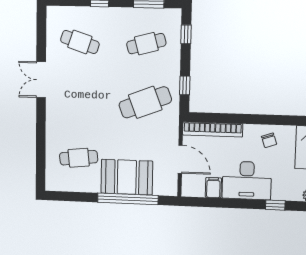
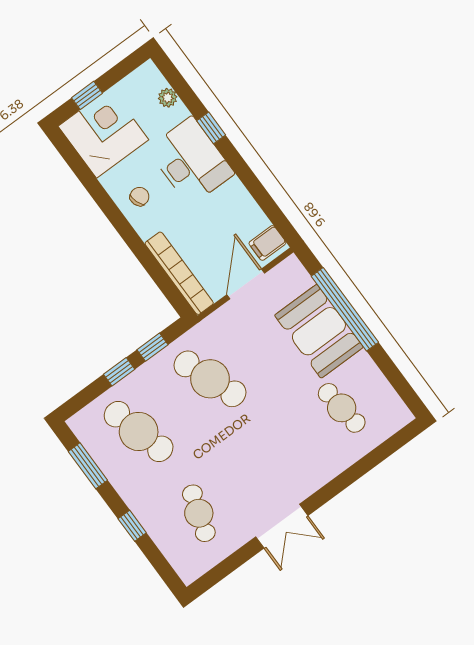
window: (186, 34) -> (119, 372), moved
cafe table: (146, 44) -> (139, 431), width x1.37, depth x1.35
desk: (247, 180) -> (191, 161), moved
filing cabinet: (213, 188) -> (267, 243), moved

